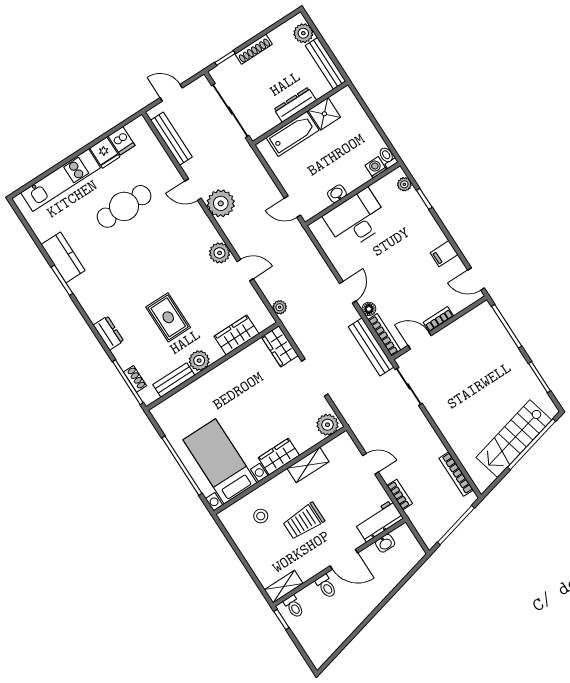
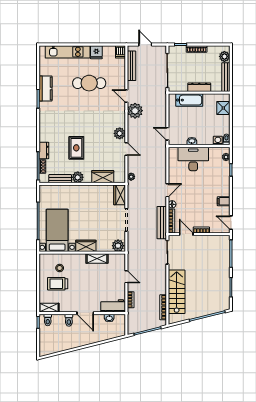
shower: (324, 114) -> (223, 108), moved
dishwasher: (122, 141) -> (120, 52), moved
dresser: (108, 333) -> (44, 151), moved
stairs: (514, 439) -> (177, 292), moved, turned 104
trolley: (304, 521) -> (58, 284), moved

